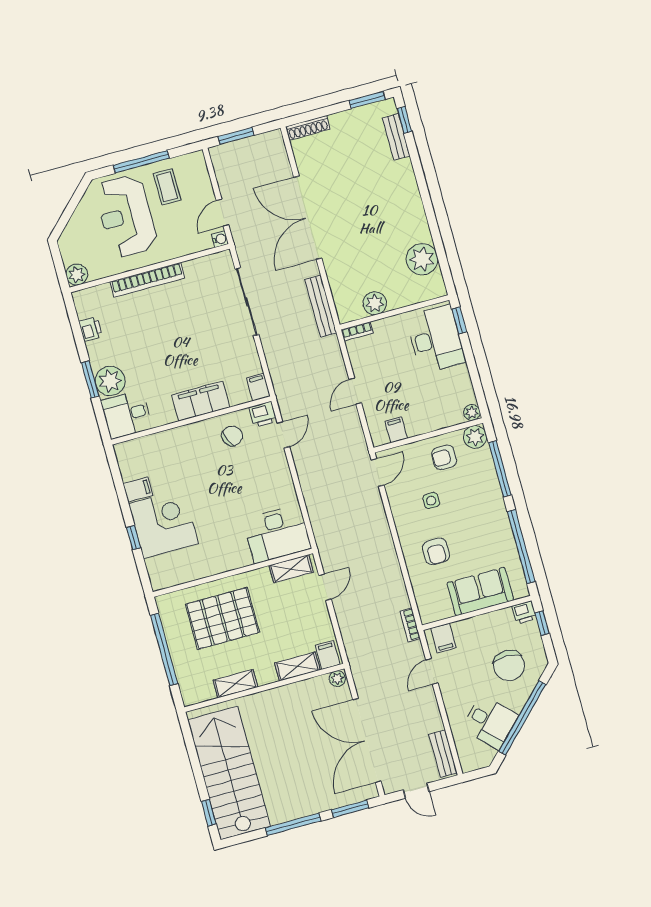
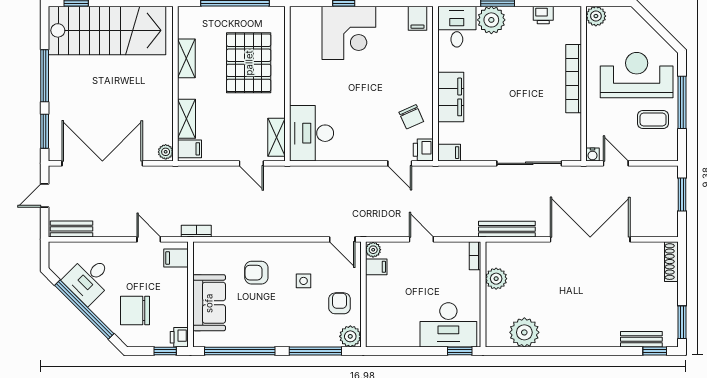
plant: (472, 412) -> (373, 250), moved
filing cabinet: (138, 489) -> (417, 18), moved

